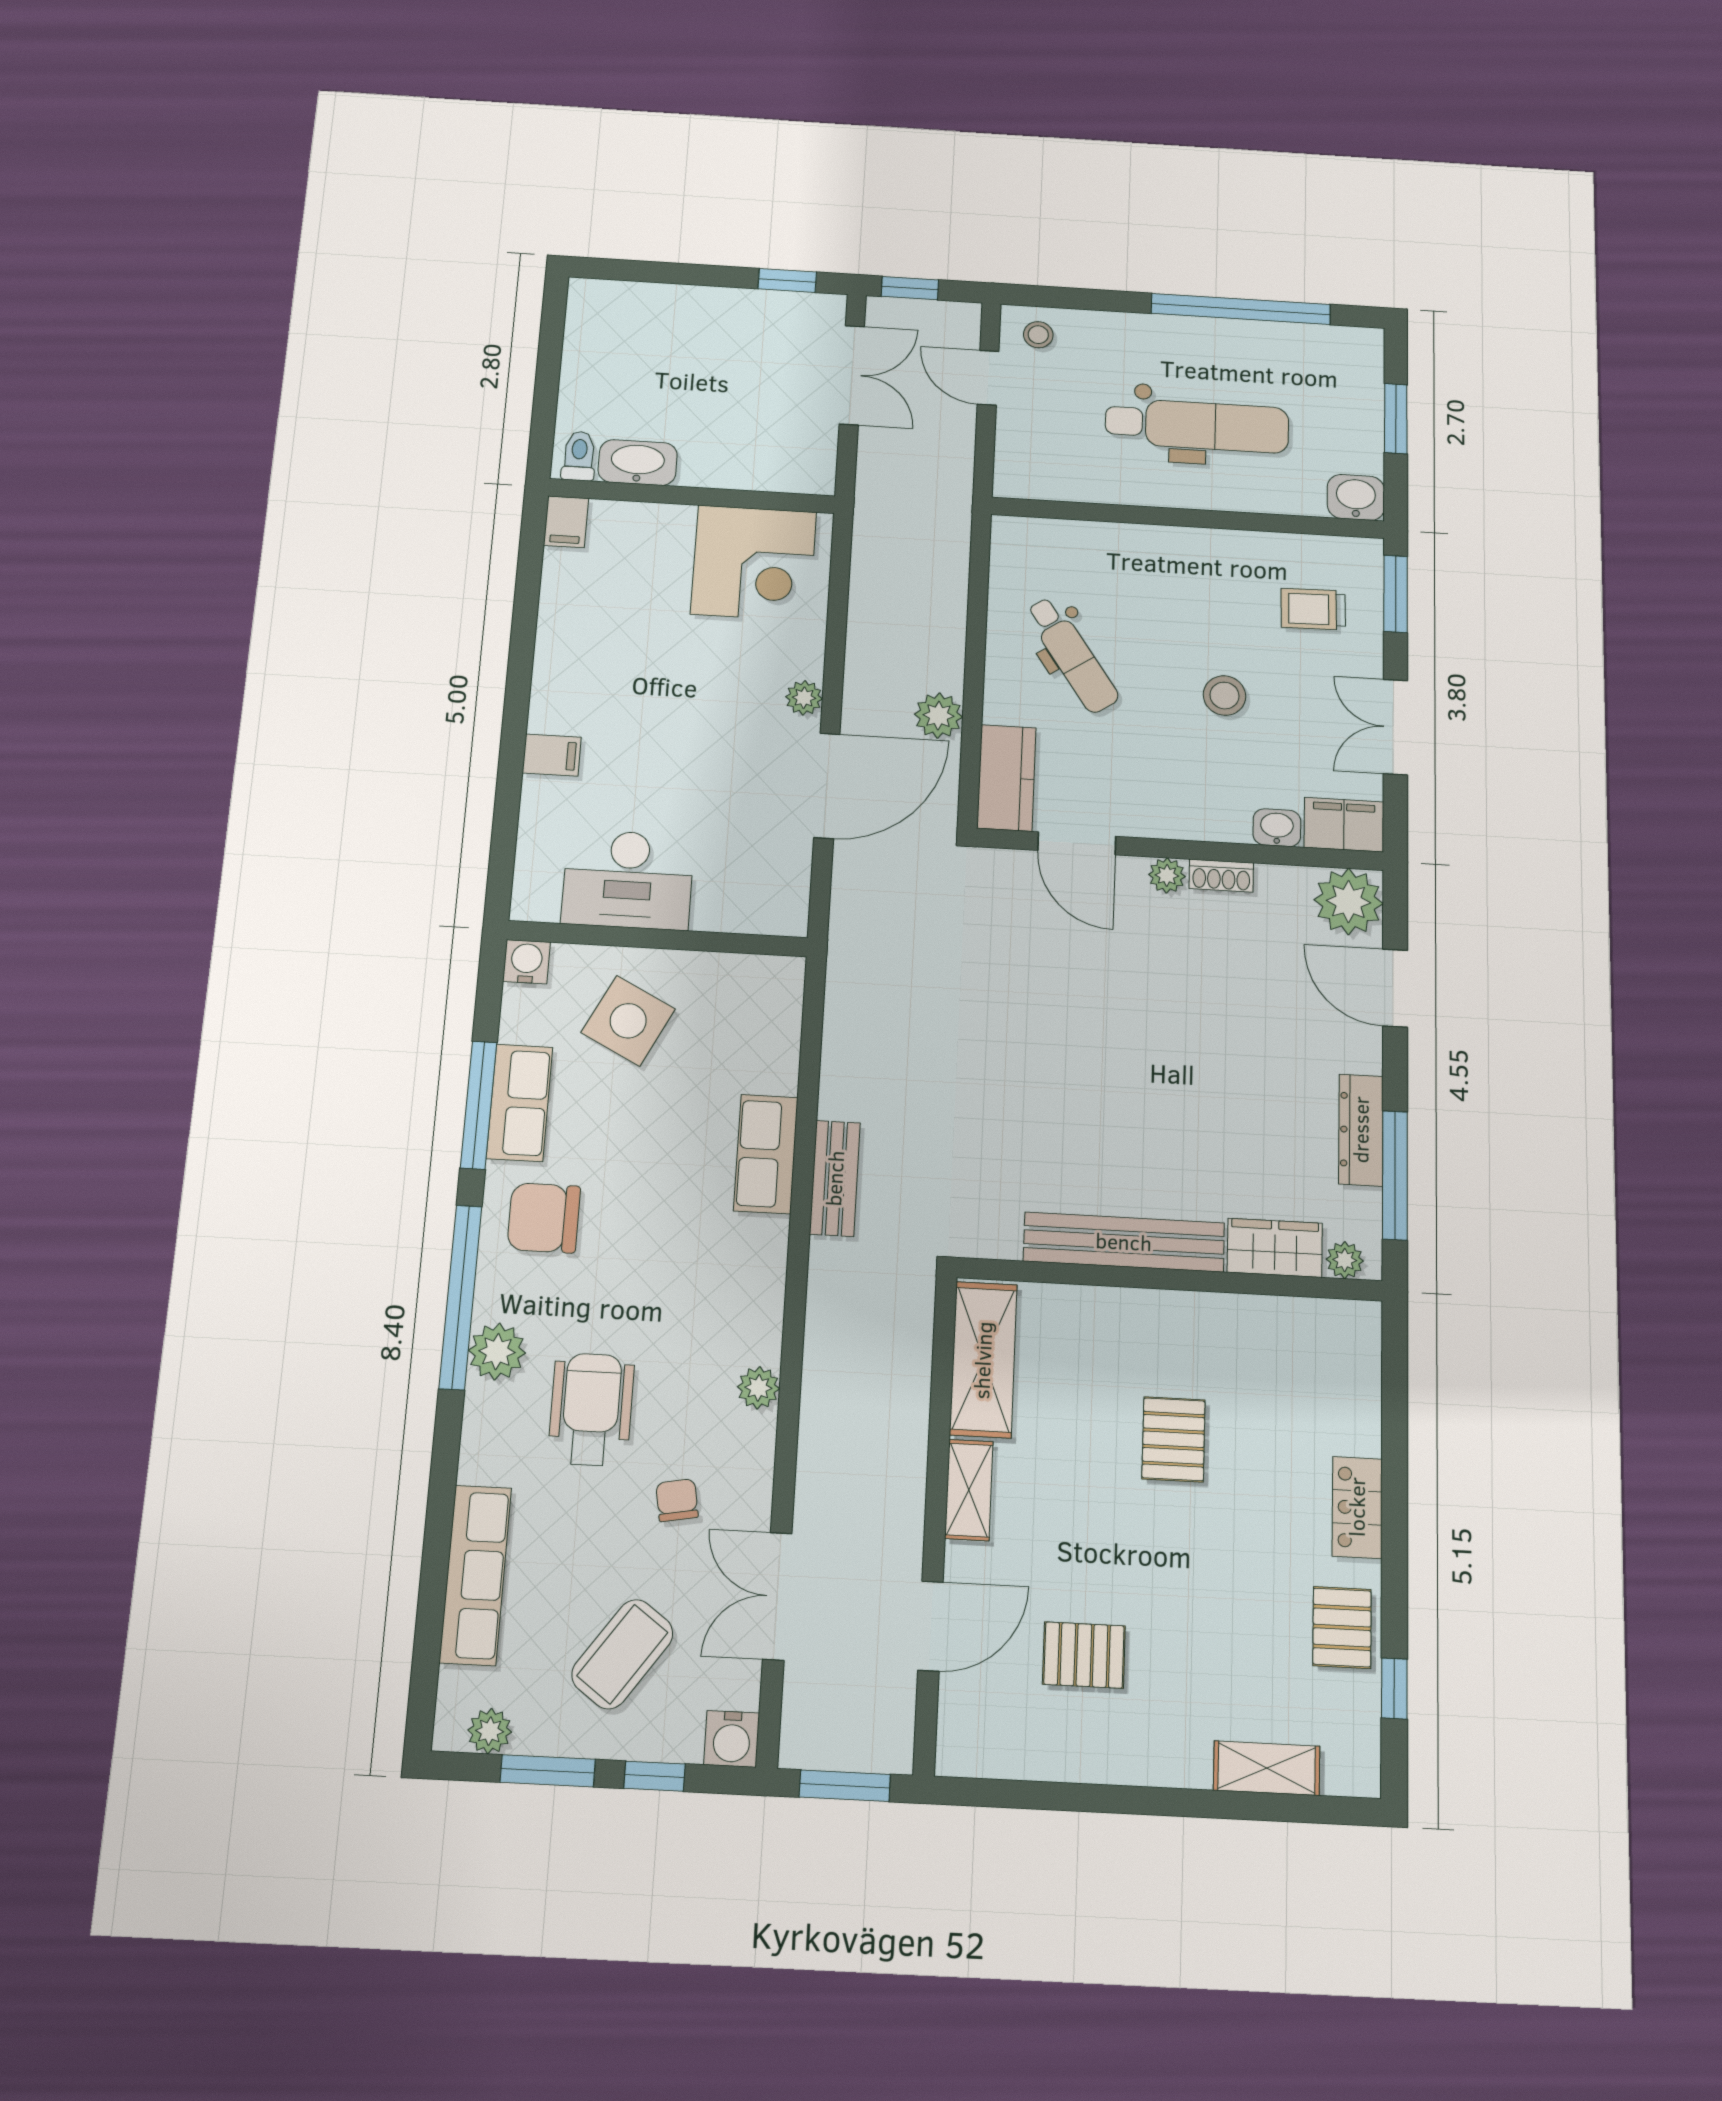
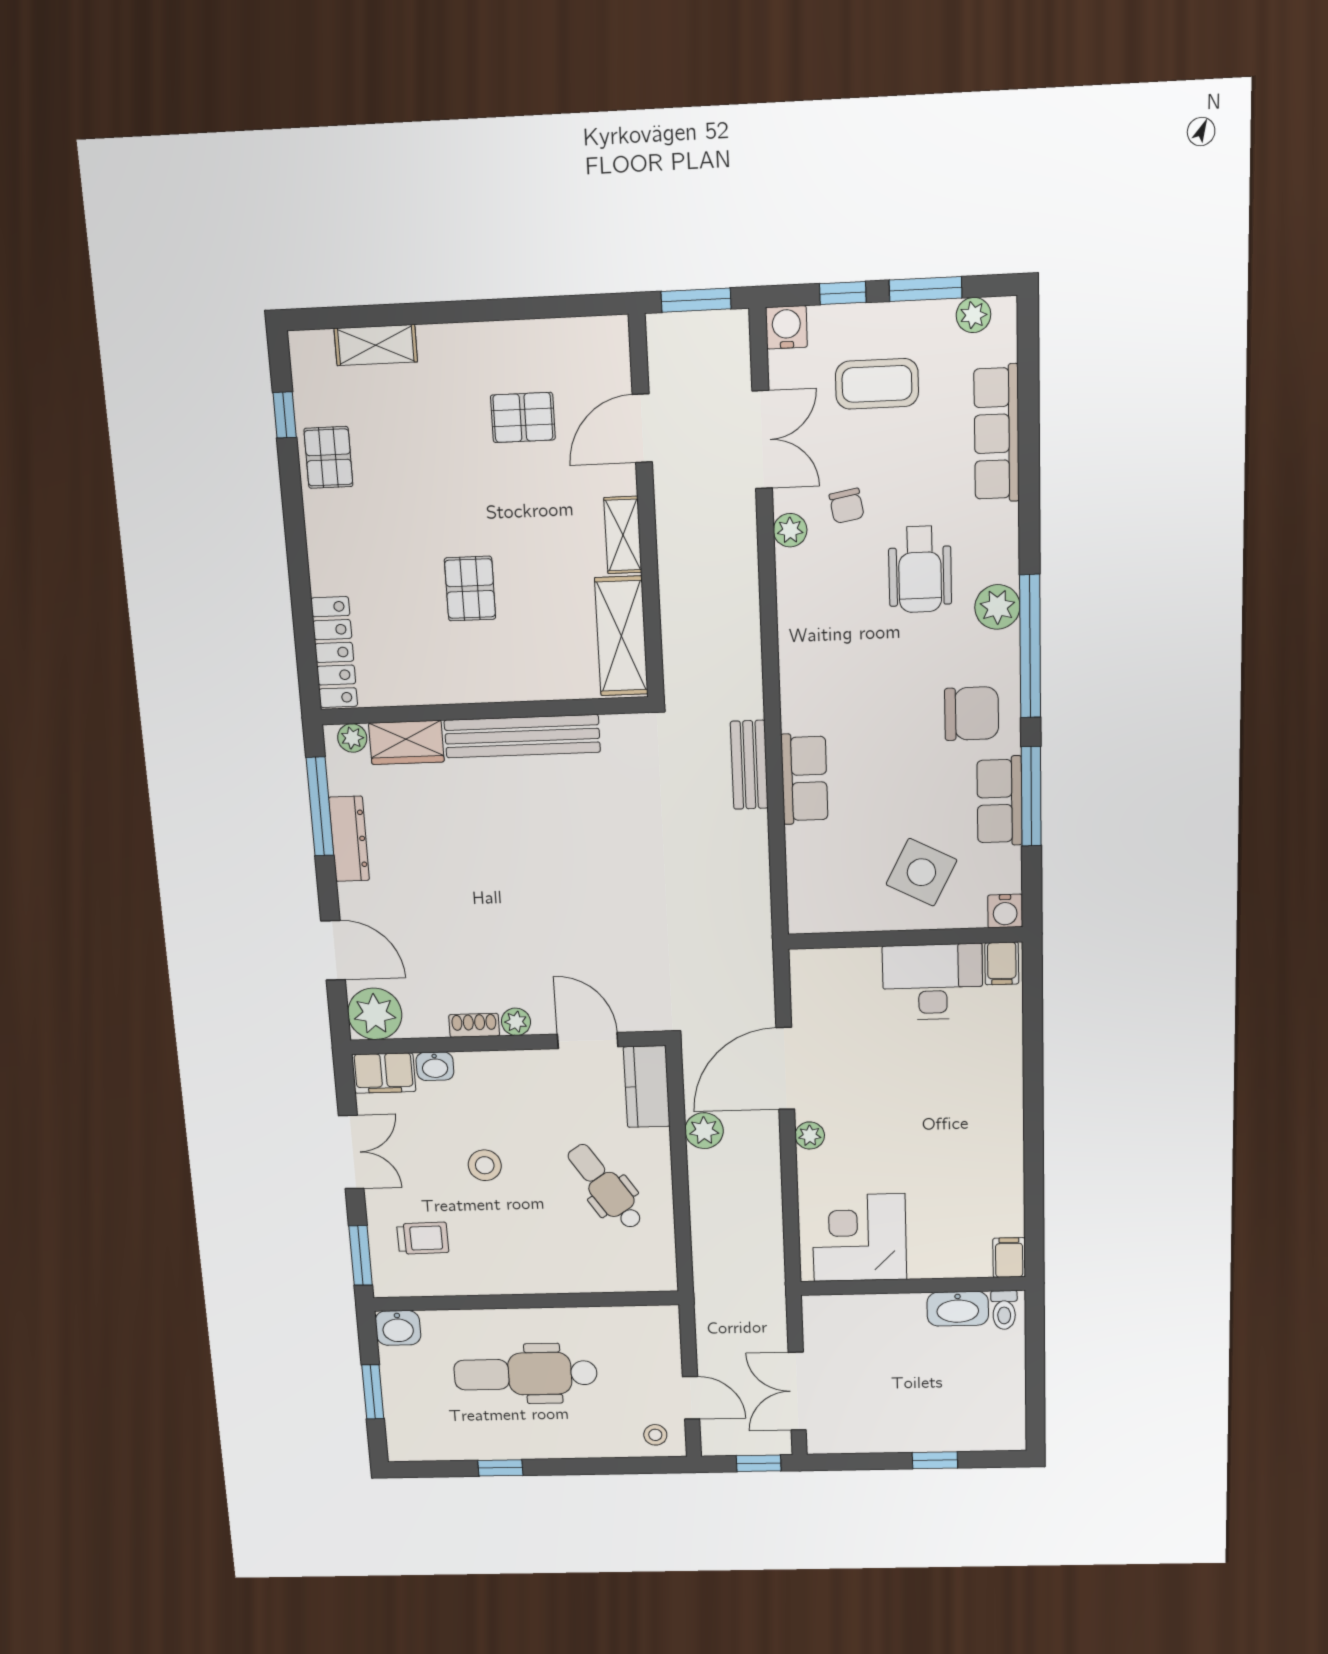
window: (787, 280) -> (935, 1460), moved
window: (1241, 309) -> (500, 1468), width x0.32
filing cabinet: (552, 755) -> (1002, 963), moved, turned -90
plant: (758, 1388) -> (790, 530), moved
locker: (1357, 1507) -> (334, 652), moved, width x1.53
coffee table: (622, 1654) -> (877, 384), turned 54

